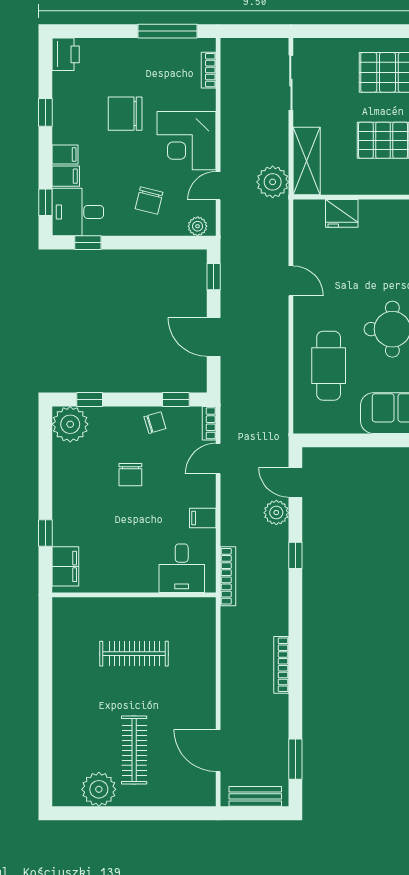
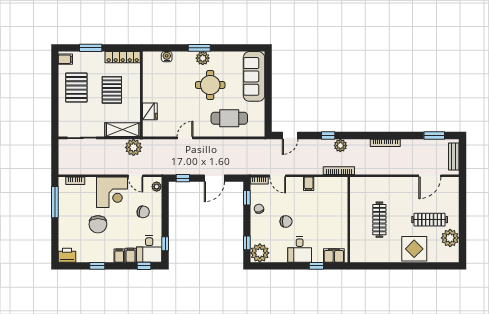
plant: (276, 513) -> (340, 146), moved
desk: (182, 568) -> (300, 250), moved, turned 90
display table: (78, 721) -> (414, 249), added

